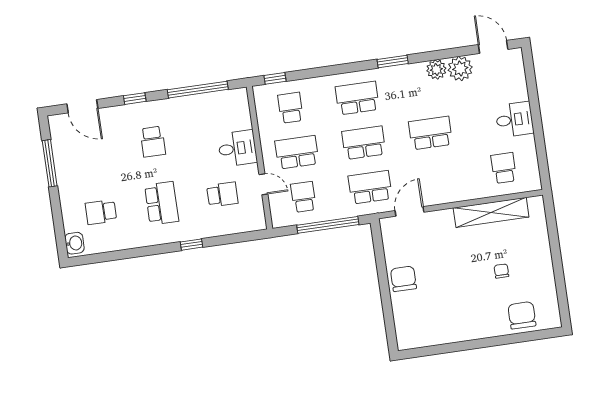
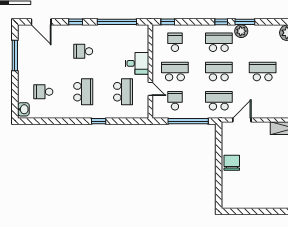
window: (356, 67) -> (221, 22), added
plant: (436, 69) -> (241, 31), moved
school desk: (153, 142) -> (83, 51), turned 90
school desk: (222, 195) -> (123, 92), width x1.85

